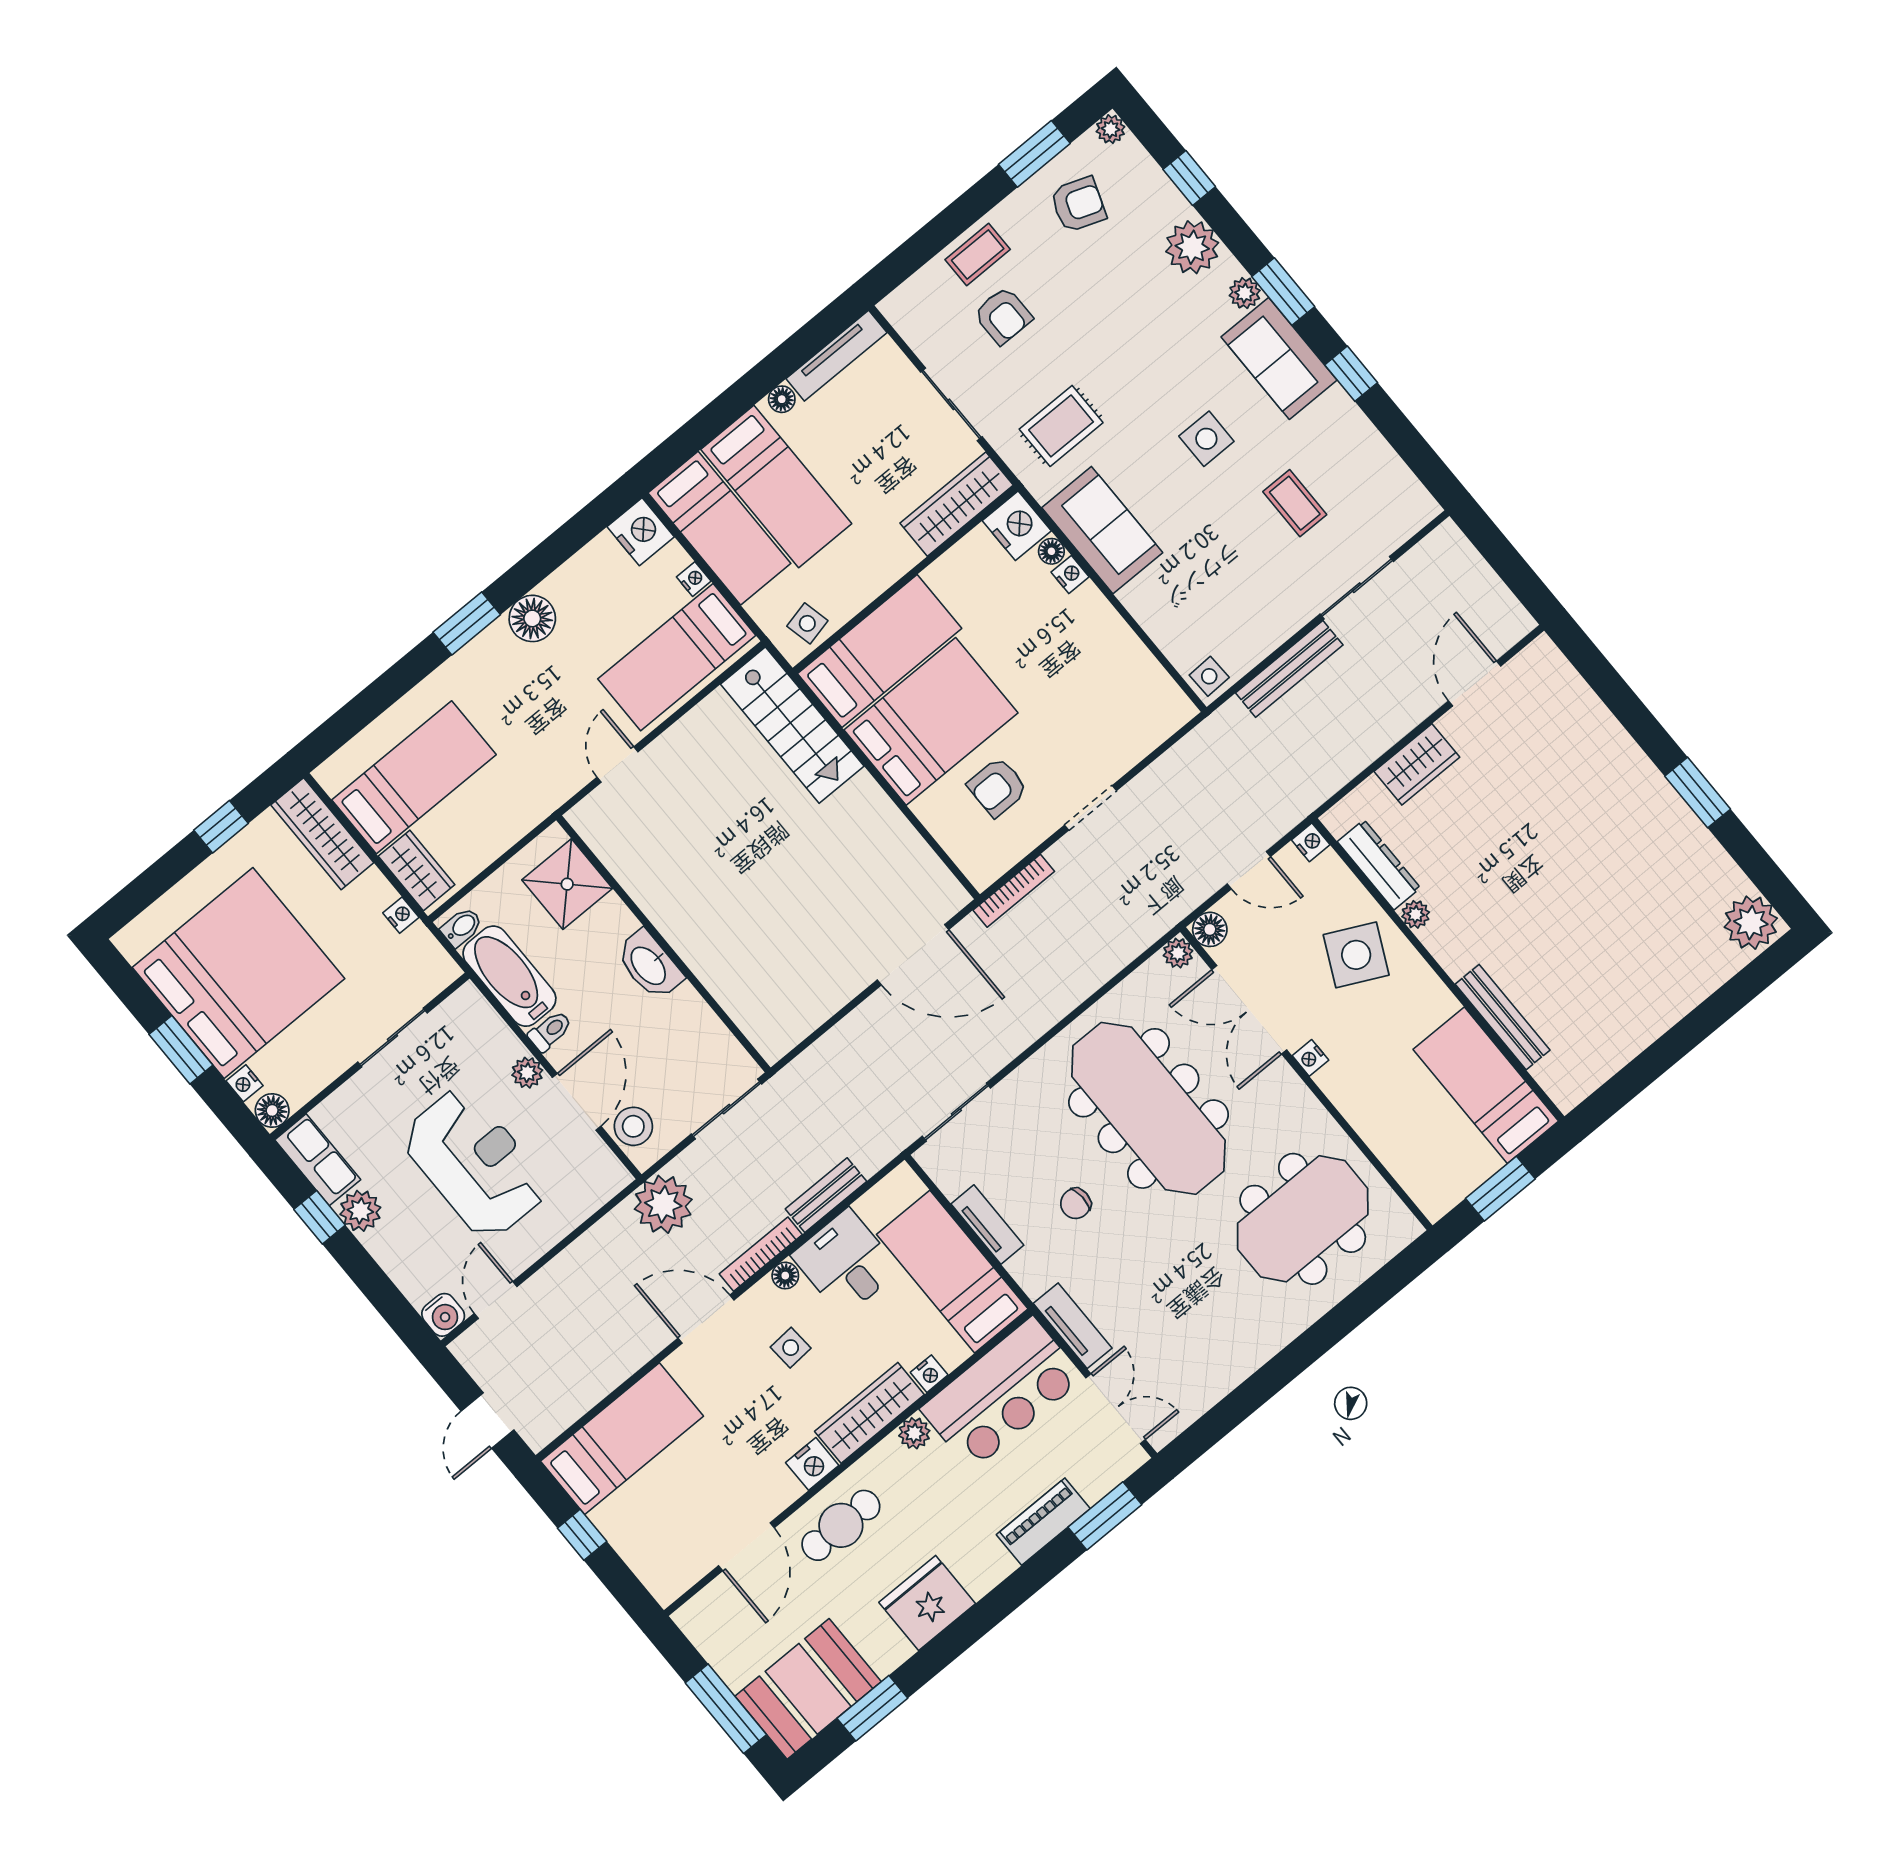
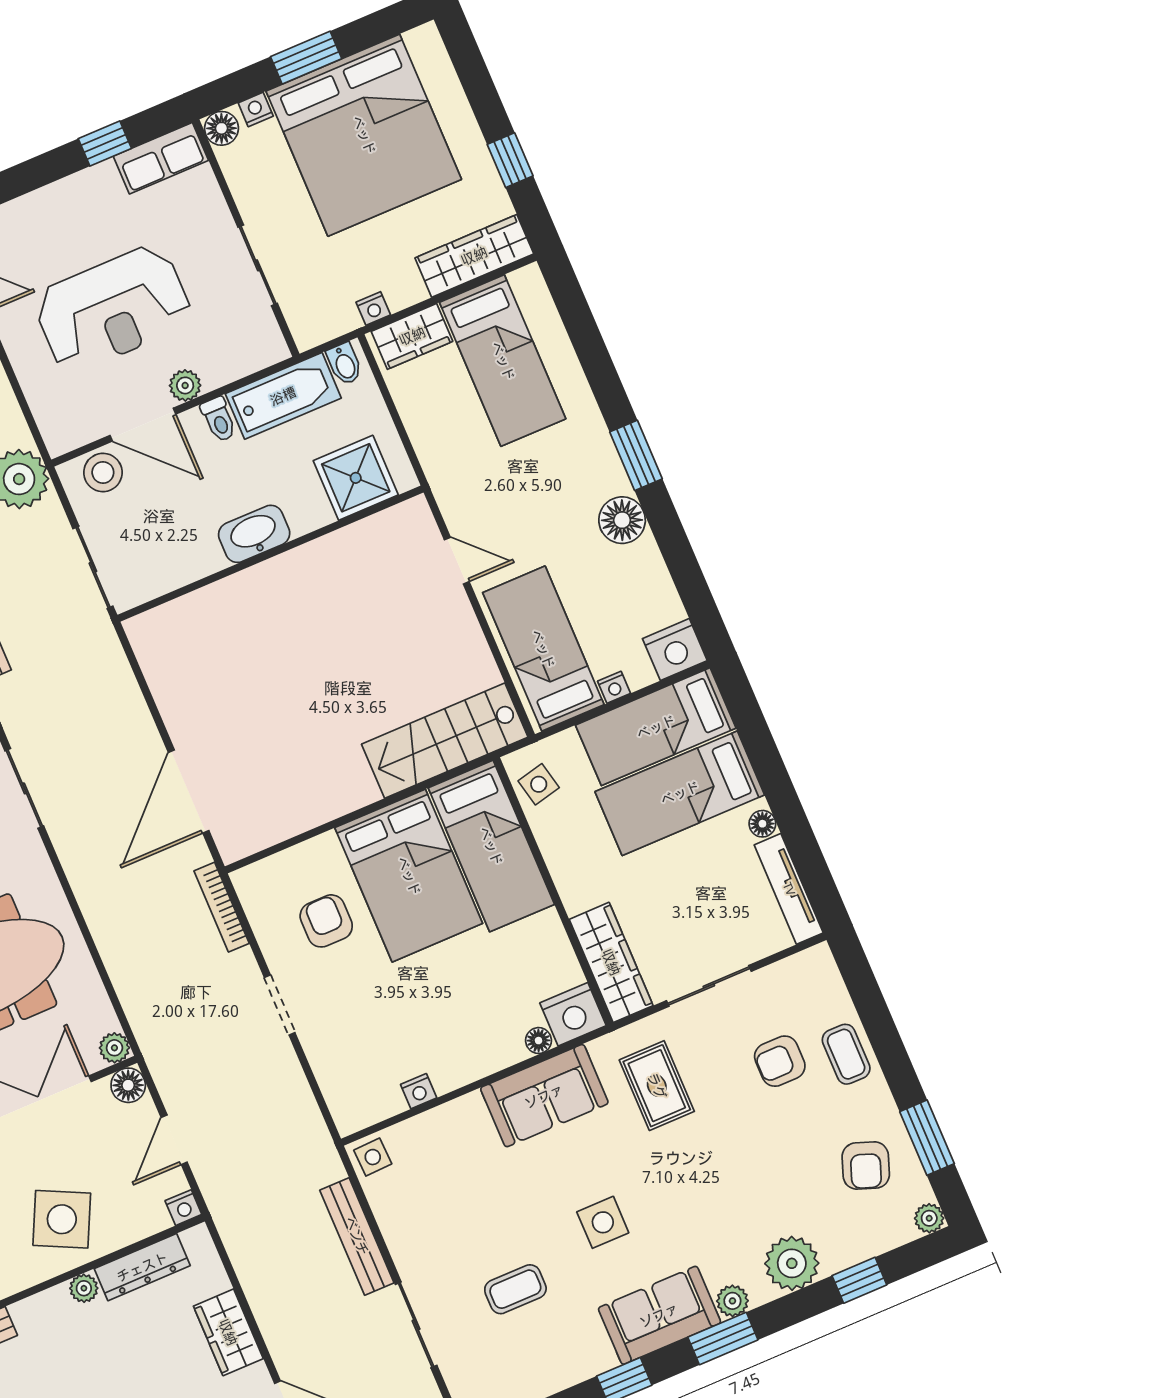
nightstand: (1070, 574) -> (419, 1091), moved
plant: (360, 1211) -> (99, 185), removed

